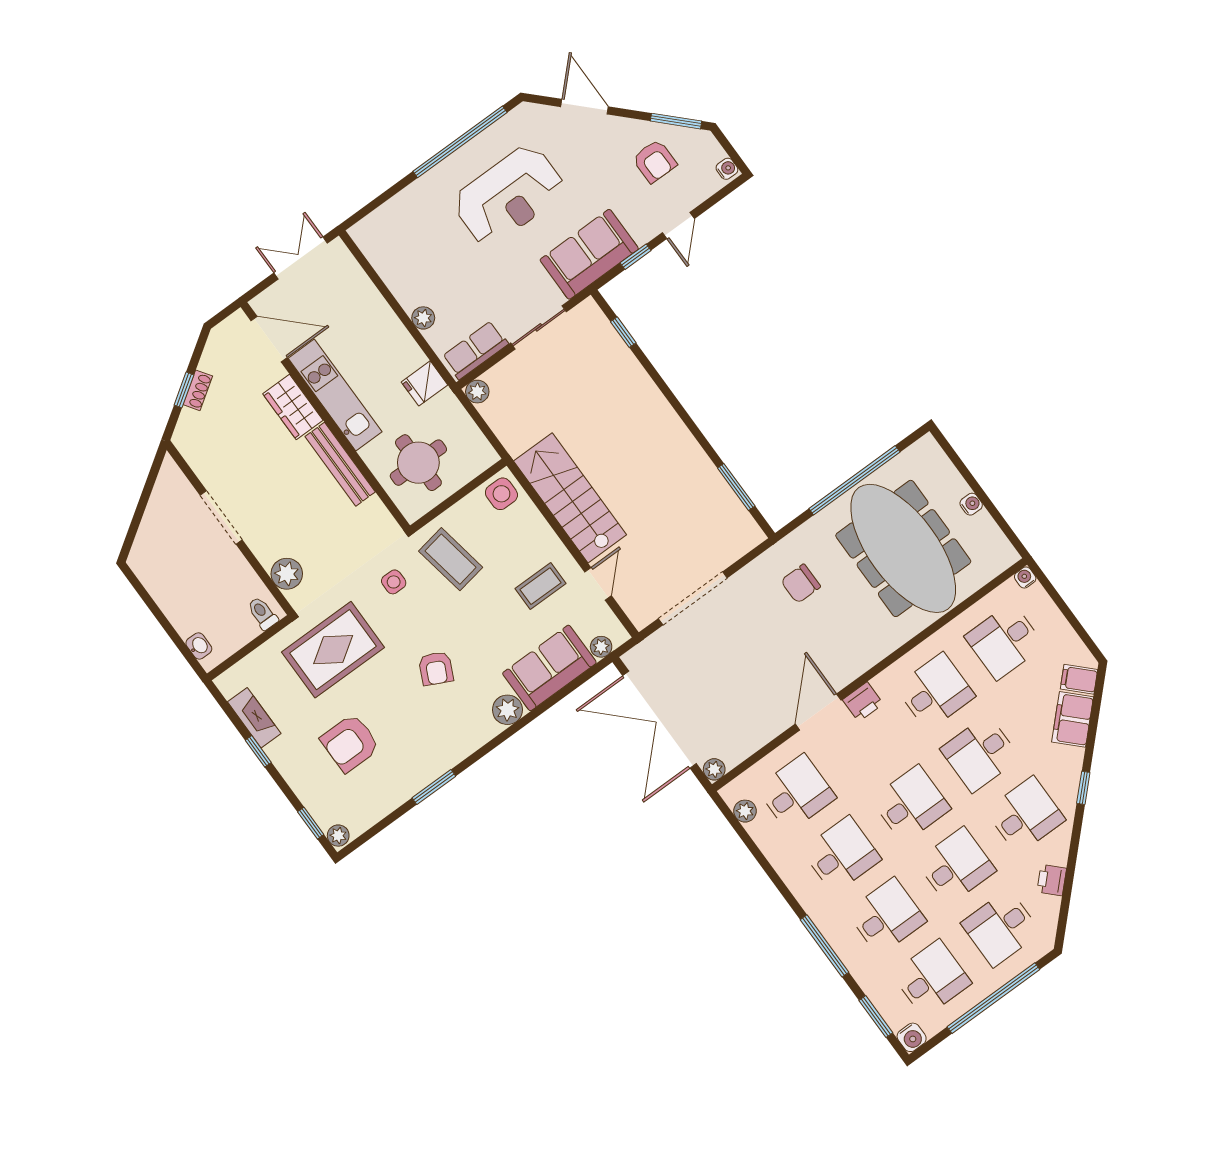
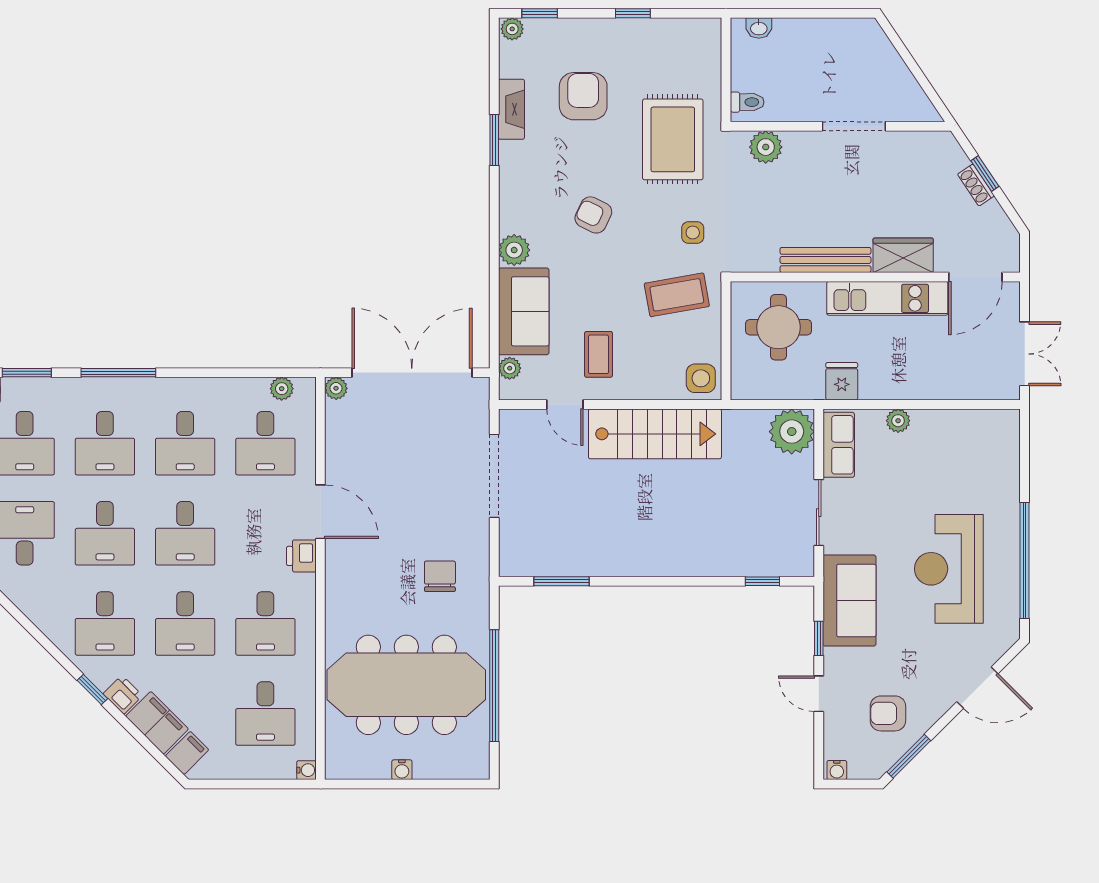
plant: (477, 392) -> (792, 432), width x1.87, depth x1.87
desk: (1005, 641) -> (265, 714), turned 180
fireplace: (254, 718) -> (511, 109), moved, turned -90
desk: (980, 753) -> (185, 623), turned 180
printer: (1052, 880) -> (123, 695), moved

